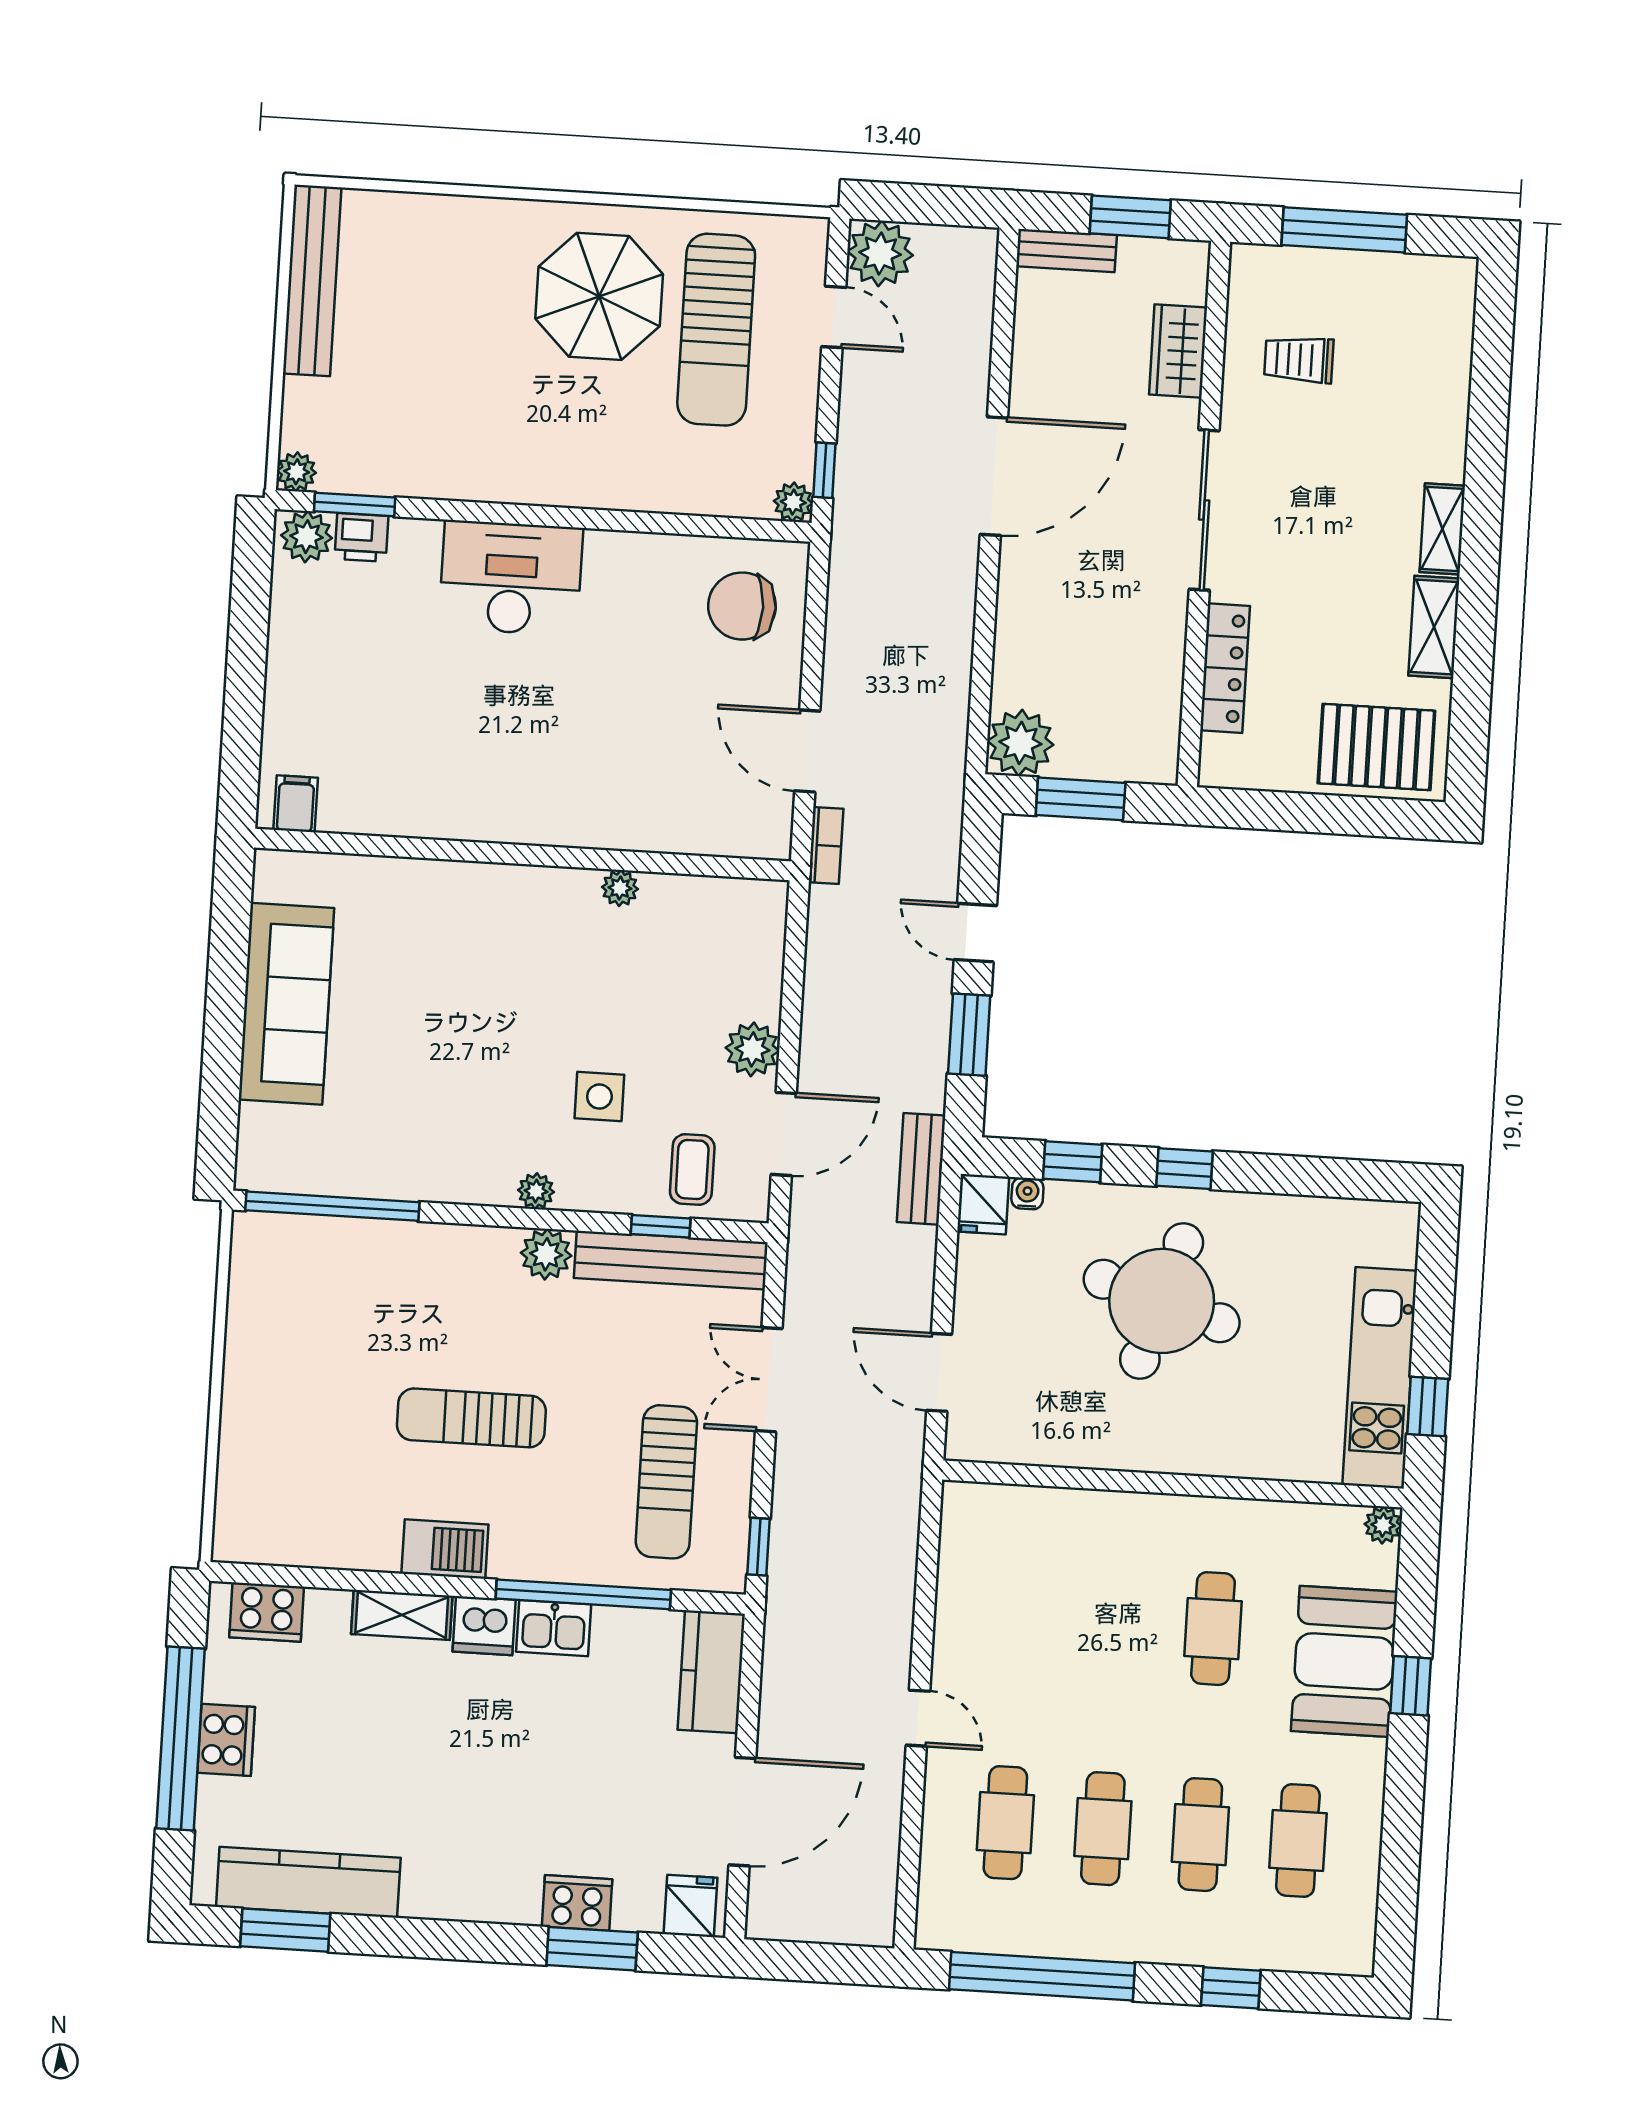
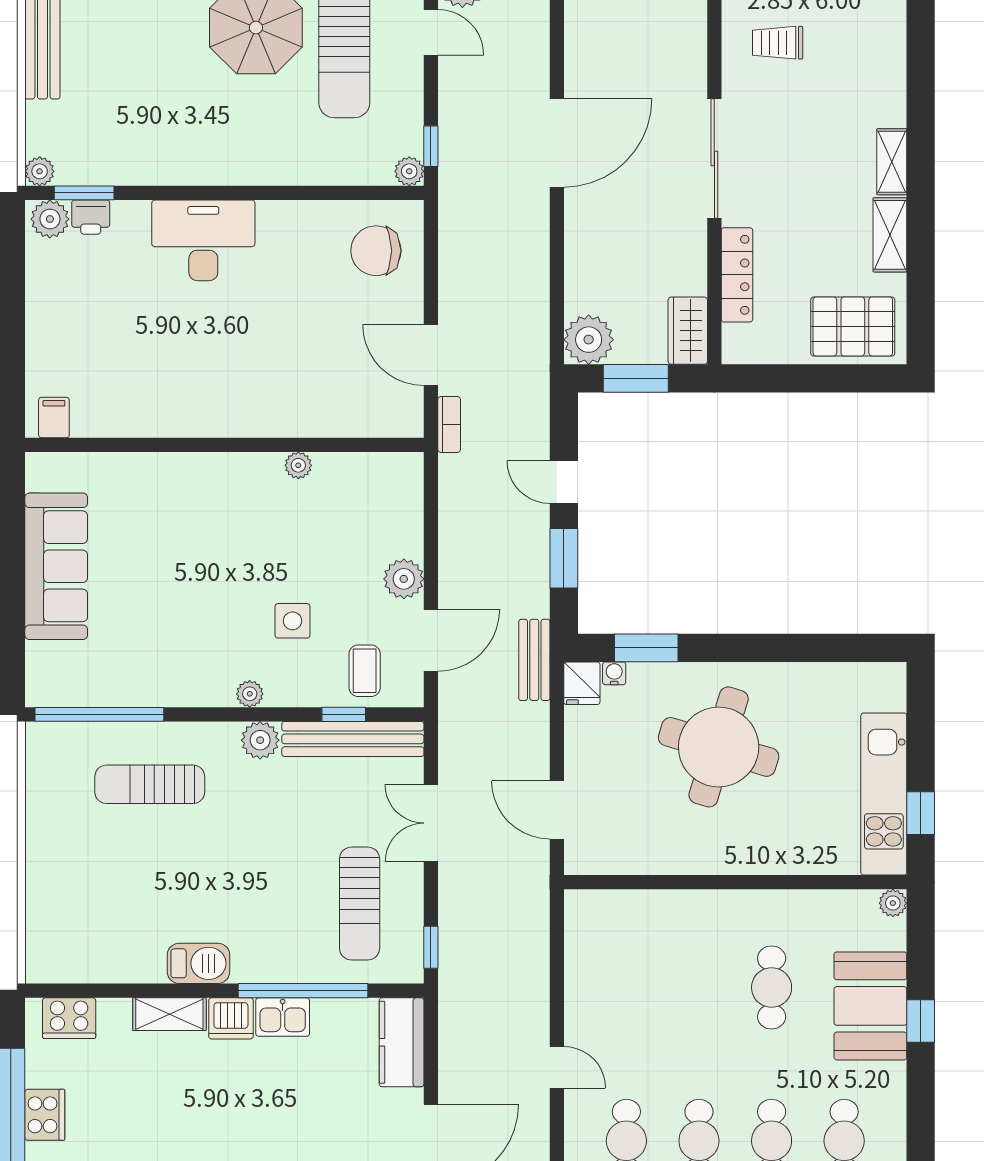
wardrobe: (1178, 351) -> (688, 331), moved
window: (1073, 1162) -> (646, 648), width x1.50
window: (1185, 1169) -> (730, 648), removed
sun lounger: (471, 1418) -> (150, 784), moved

